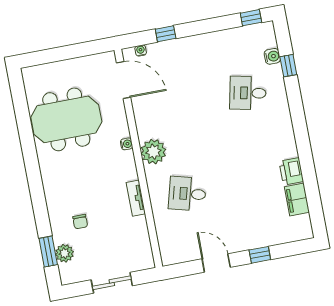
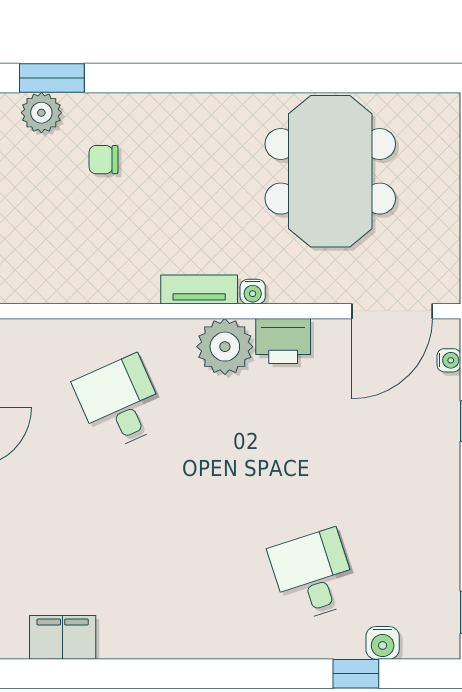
desk: (248, 93) -> (313, 575), turned -30
printer: (291, 171) -> (283, 341), moved, turned 180
desk: (187, 194) -> (120, 403), turned -39
tv unit: (136, 198) -> (199, 290), moved

